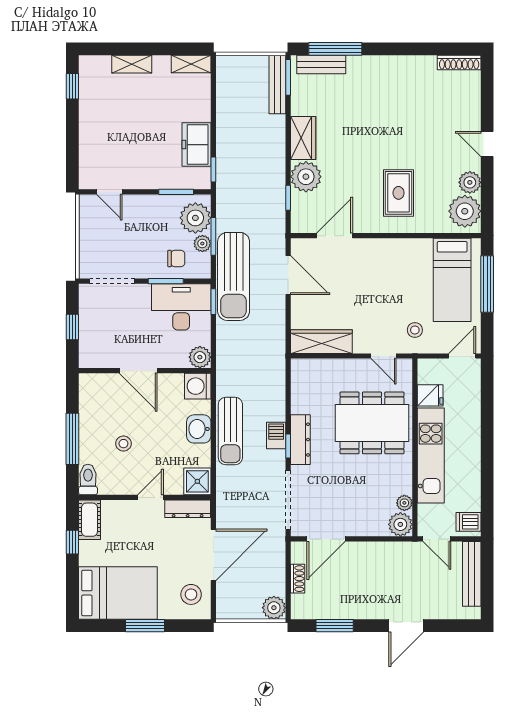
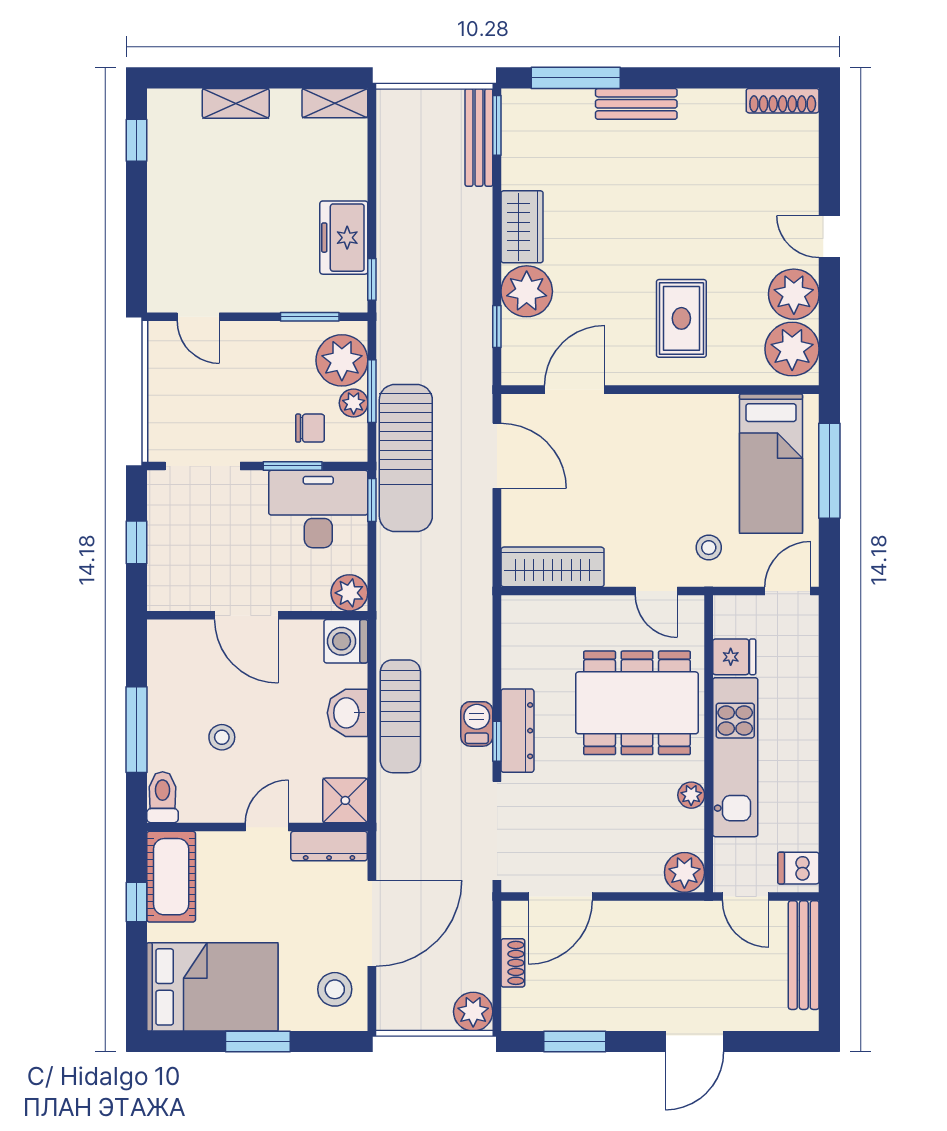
bench: (321, 64) -> (636, 104), moved
plant: (470, 182) -> (794, 294), width x1.36, depth x1.36
plant: (404, 503) -> (691, 795), moved
cot: (89, 520) -> (171, 877), width x1.37, depth x1.34

